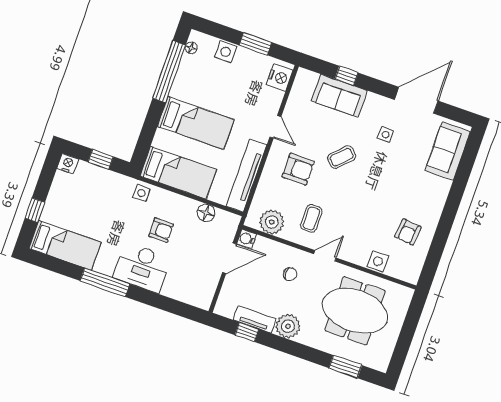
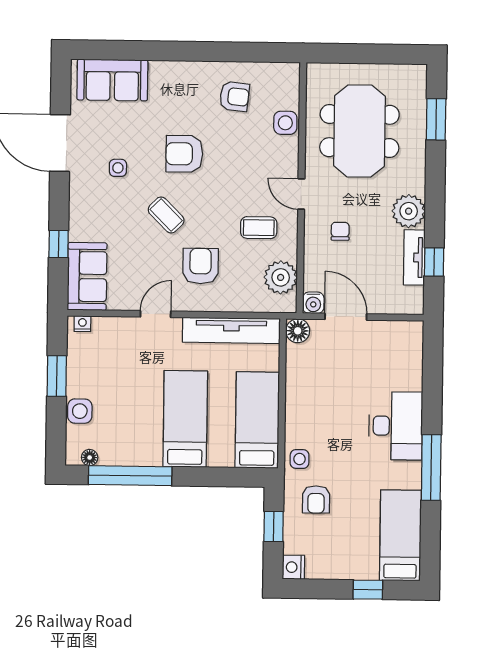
nightstand: (280, 77) -> (82, 324), width x0.53, depth x0.56
sofa: (339, 96) -> (87, 276), moved
armchair: (380, 184) -> (184, 154), added
floor lamp: (206, 213) -> (298, 331), moved
armchair: (161, 230) -> (316, 499), moved, turned 180

